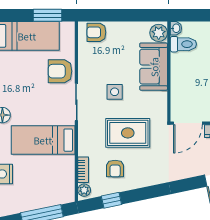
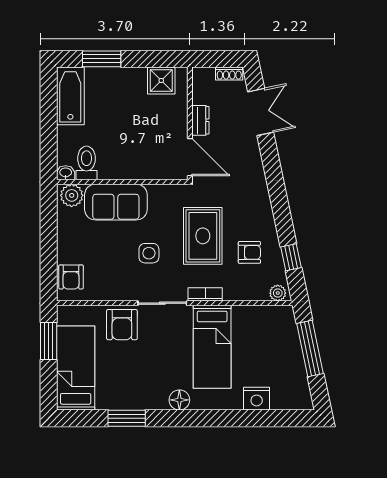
bookcase: (83, 170) -> (205, 294), moved

